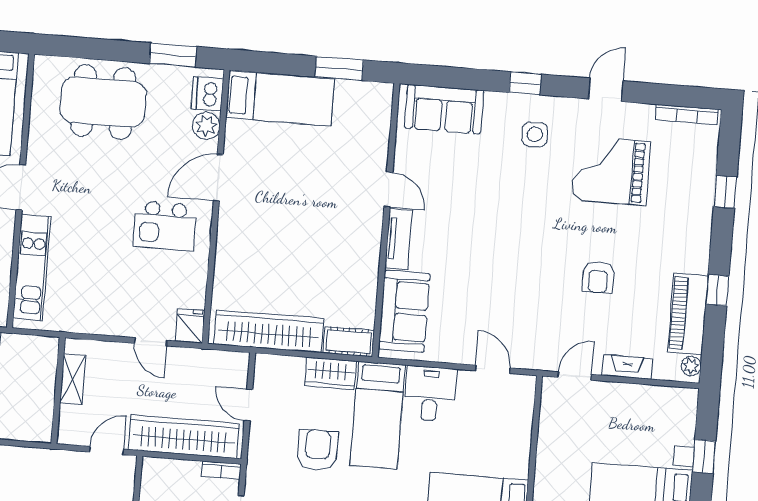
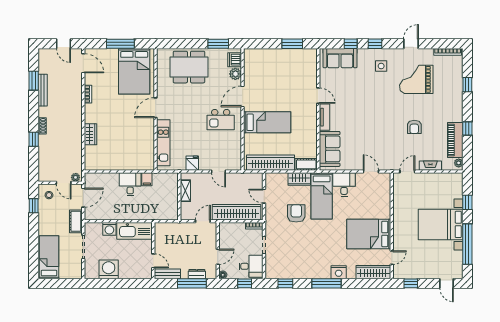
window: (470, 79) -> (351, 44), added
bed: (280, 98) -> (267, 122), moved
fridge: (190, 326) -> (192, 163), moved

